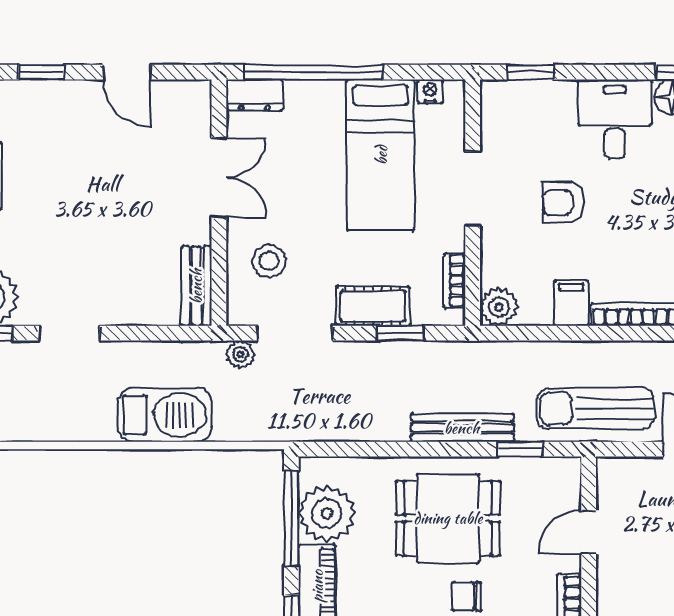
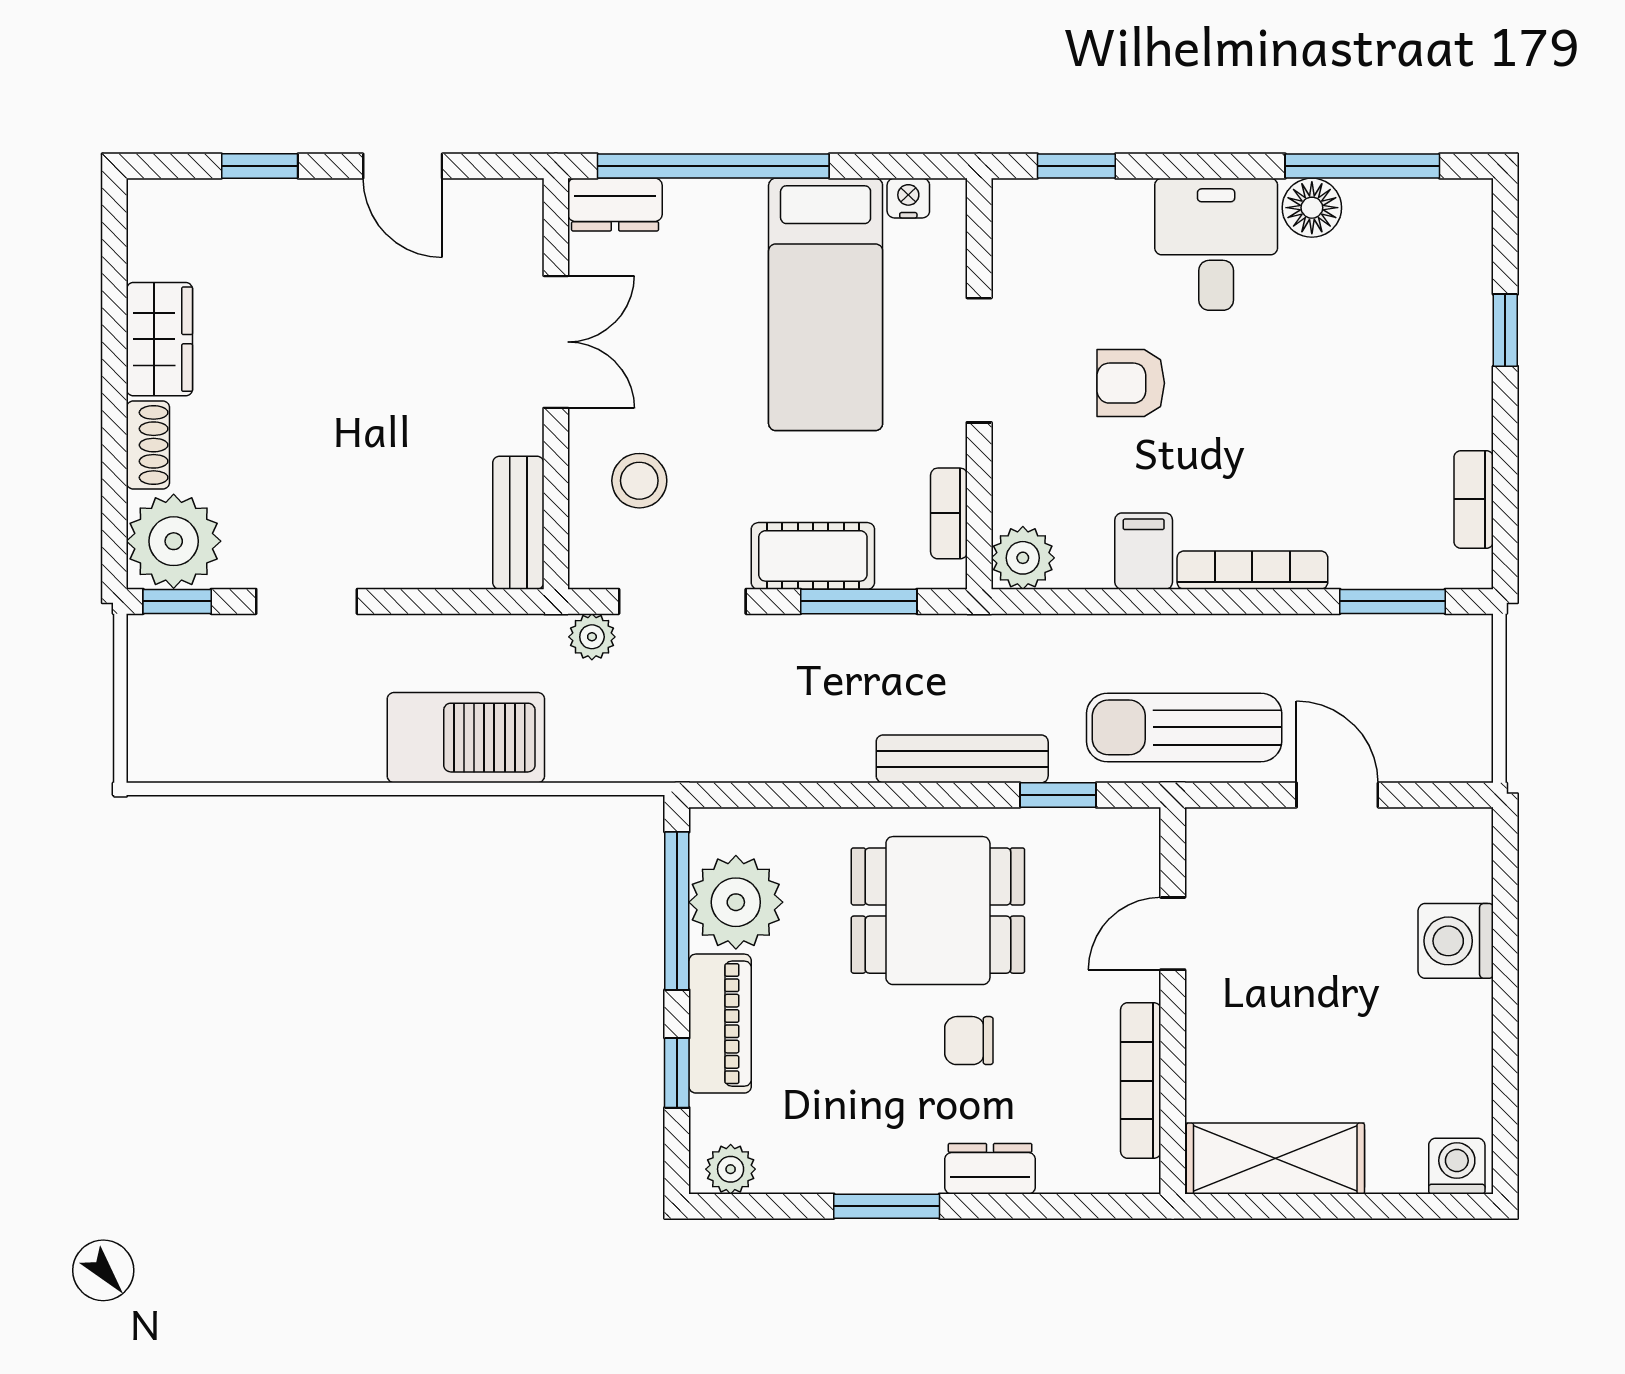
window: (400, 333) -> (859, 601), width x1.50

